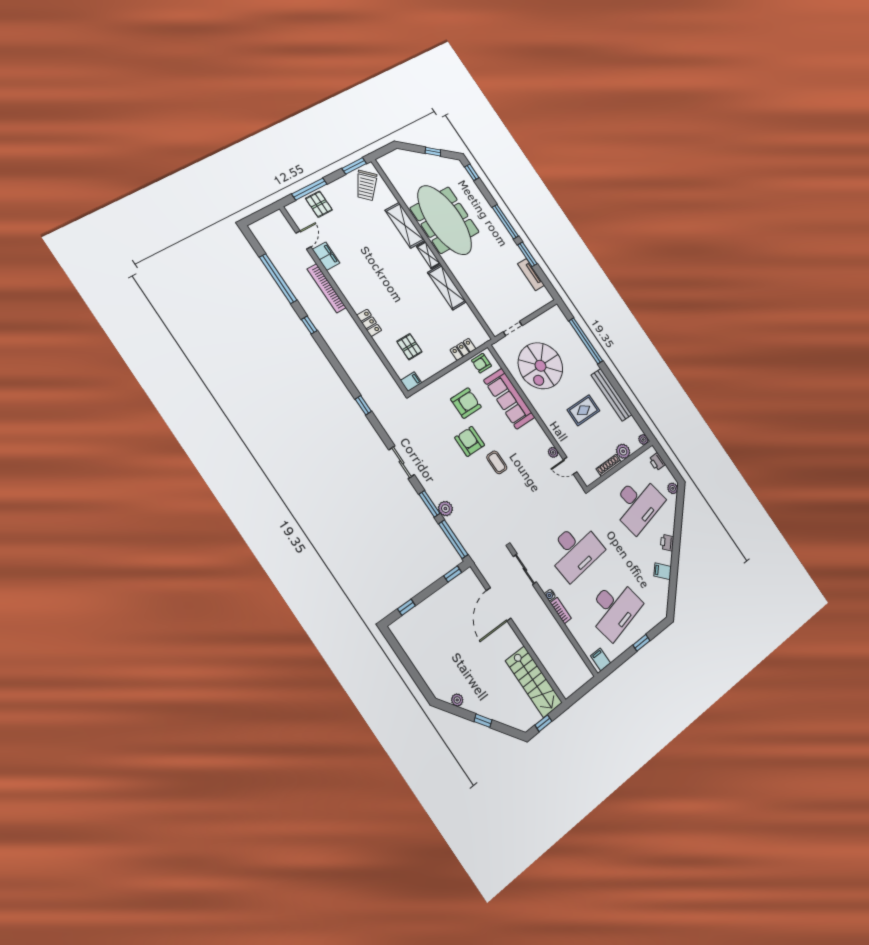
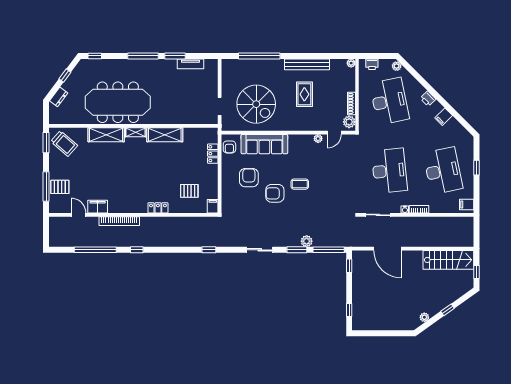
dresser: (408, 156) -> (59, 97), added
plant: (623, 451) -> (349, 122), moved

